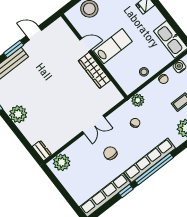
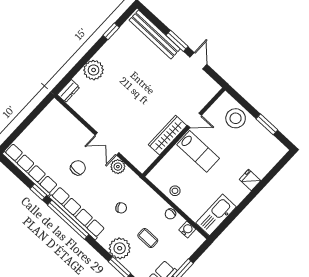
door: (85, 45) -> (195, 120), hinge flipped
plant: (138, 100) -> (118, 167), moved
plant: (18, 114) -> (94, 70), moved
chair: (135, 123) -> (121, 208), moved
plant: (62, 162) -> (59, 115), removed

